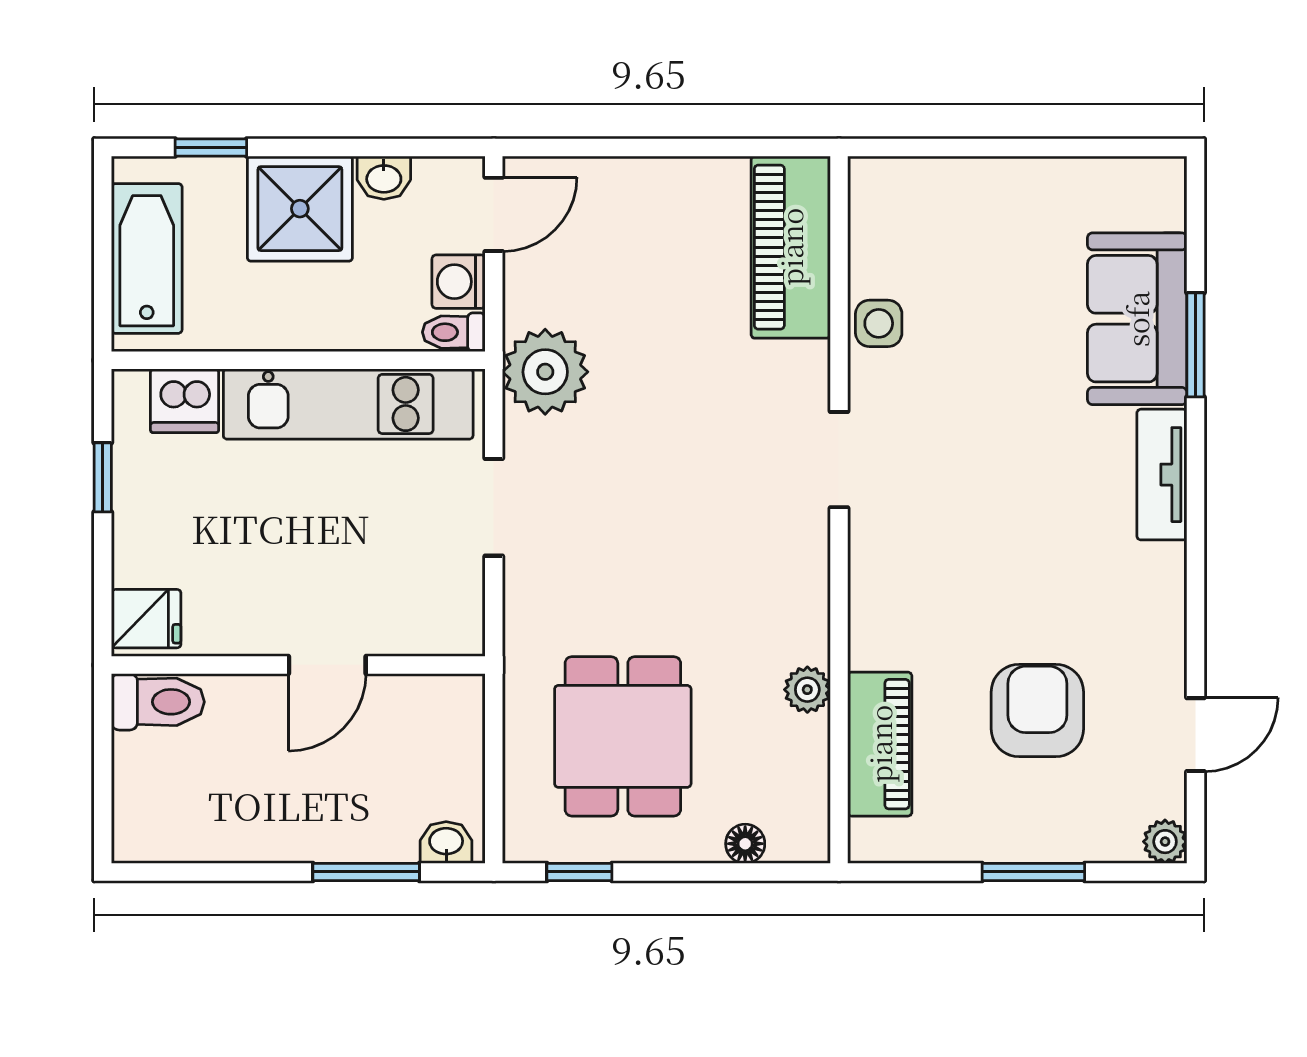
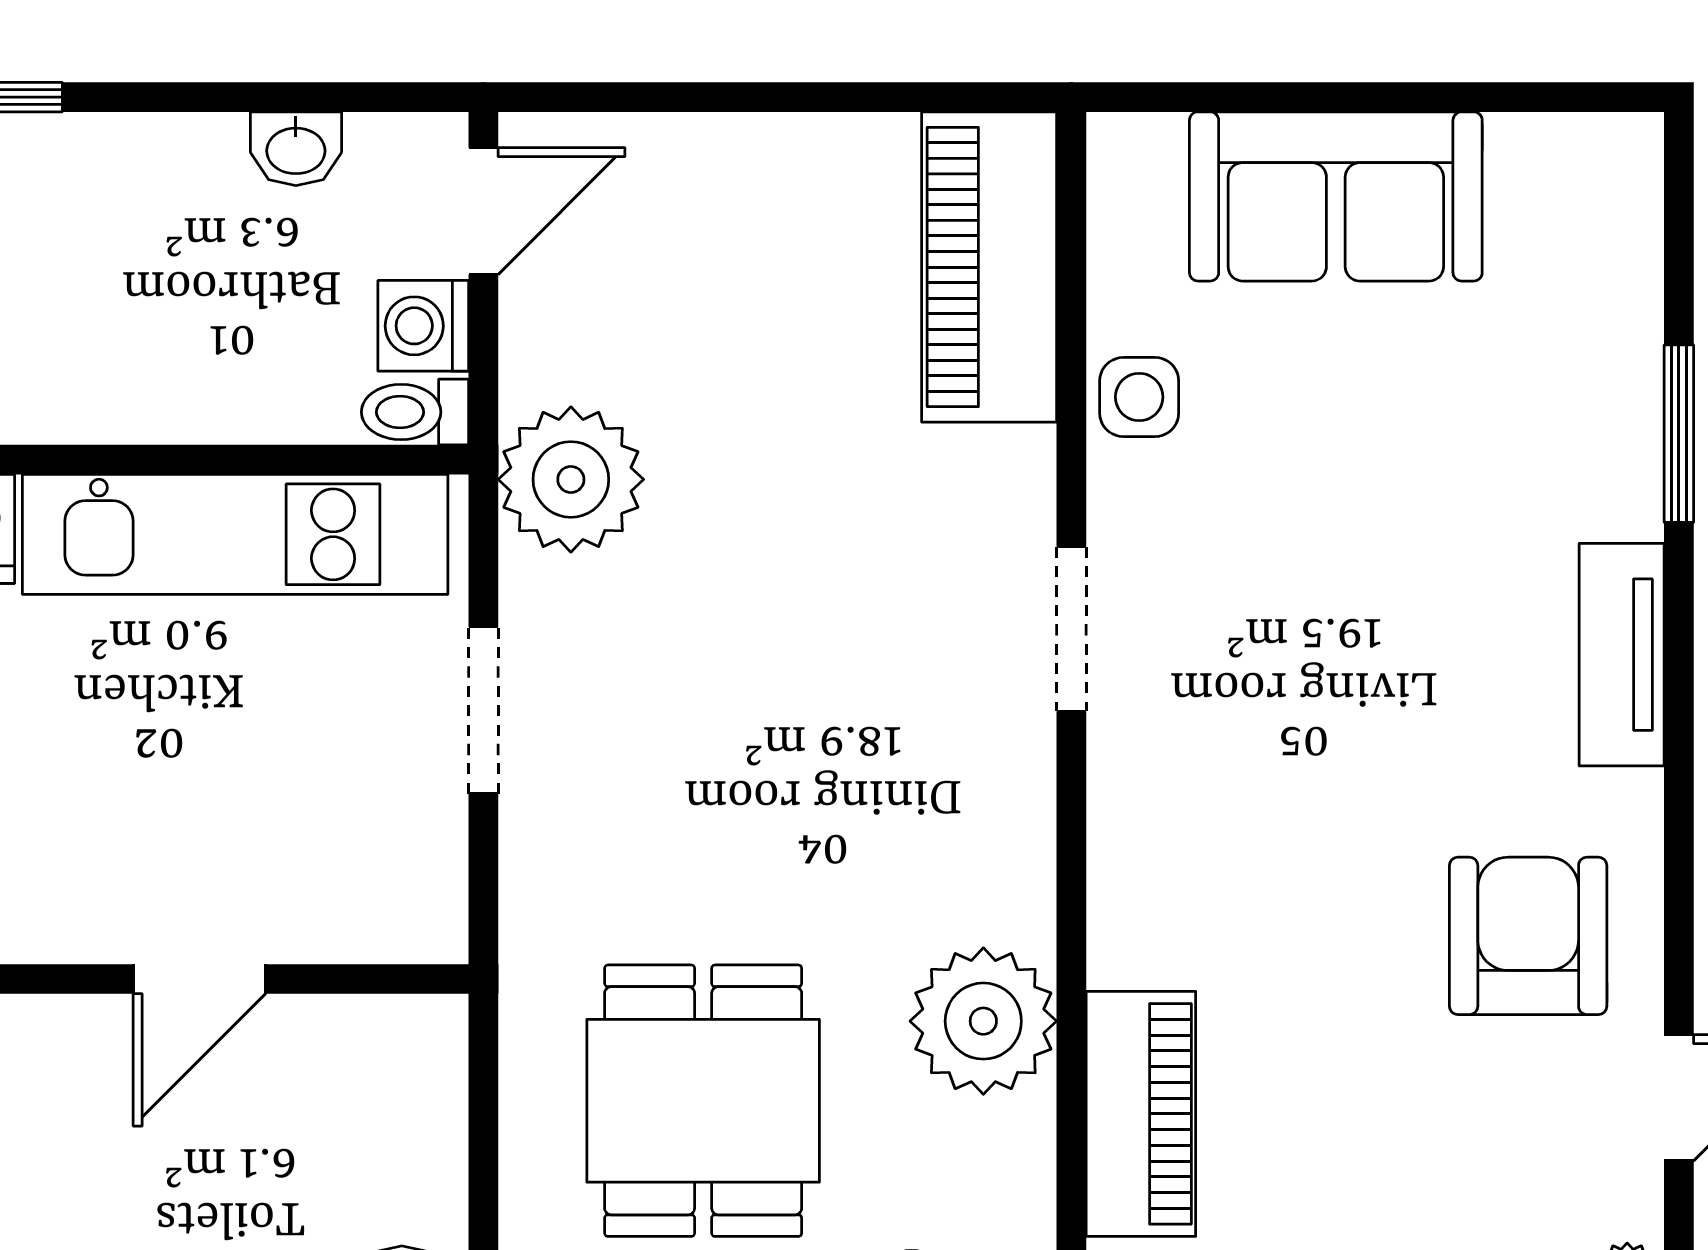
shower: (300, 209) -> (153, 201), removed
sofa: (1137, 319) -> (1336, 196), moved, turned -90
plant: (807, 690) -> (983, 1021), width x1.88, depth x1.88
armchair: (1037, 710) -> (1528, 936), moved

